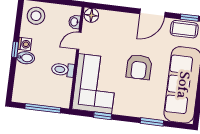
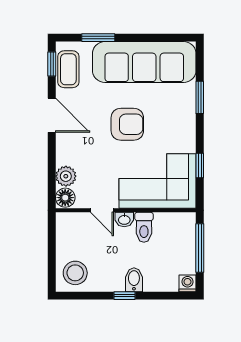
plant: (107, 18) -> (66, 176), added
washbasin: (74, 22) -> (124, 220), moved
washing machine: (25, 44) -> (187, 283), moved

